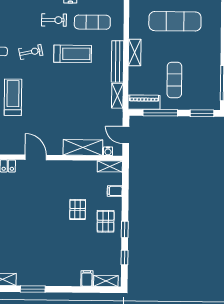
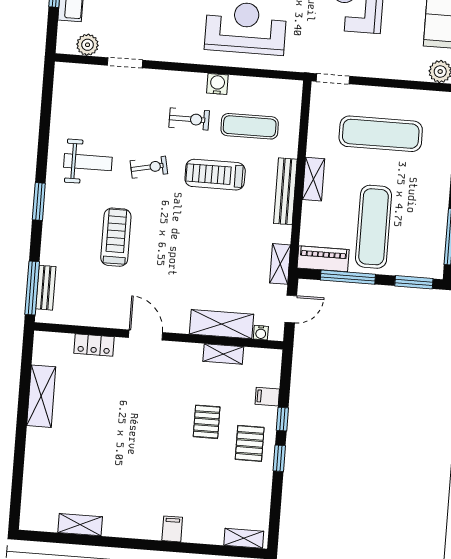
treadmill: (73, 54) -> (215, 175), turned 180
exercise mat: (174, 80) -> (374, 227), width x1.36, depth x1.45
shelving: (117, 96) -> (280, 264), moved
door: (126, 135) -> (291, 309), swing flipped
shelving: (110, 166) -> (223, 354), moved
window: (125, 257) -> (282, 419), moved
filing cabinet: (87, 278) -> (172, 529), moved
window: (33, 289) -> (127, 543), removed

